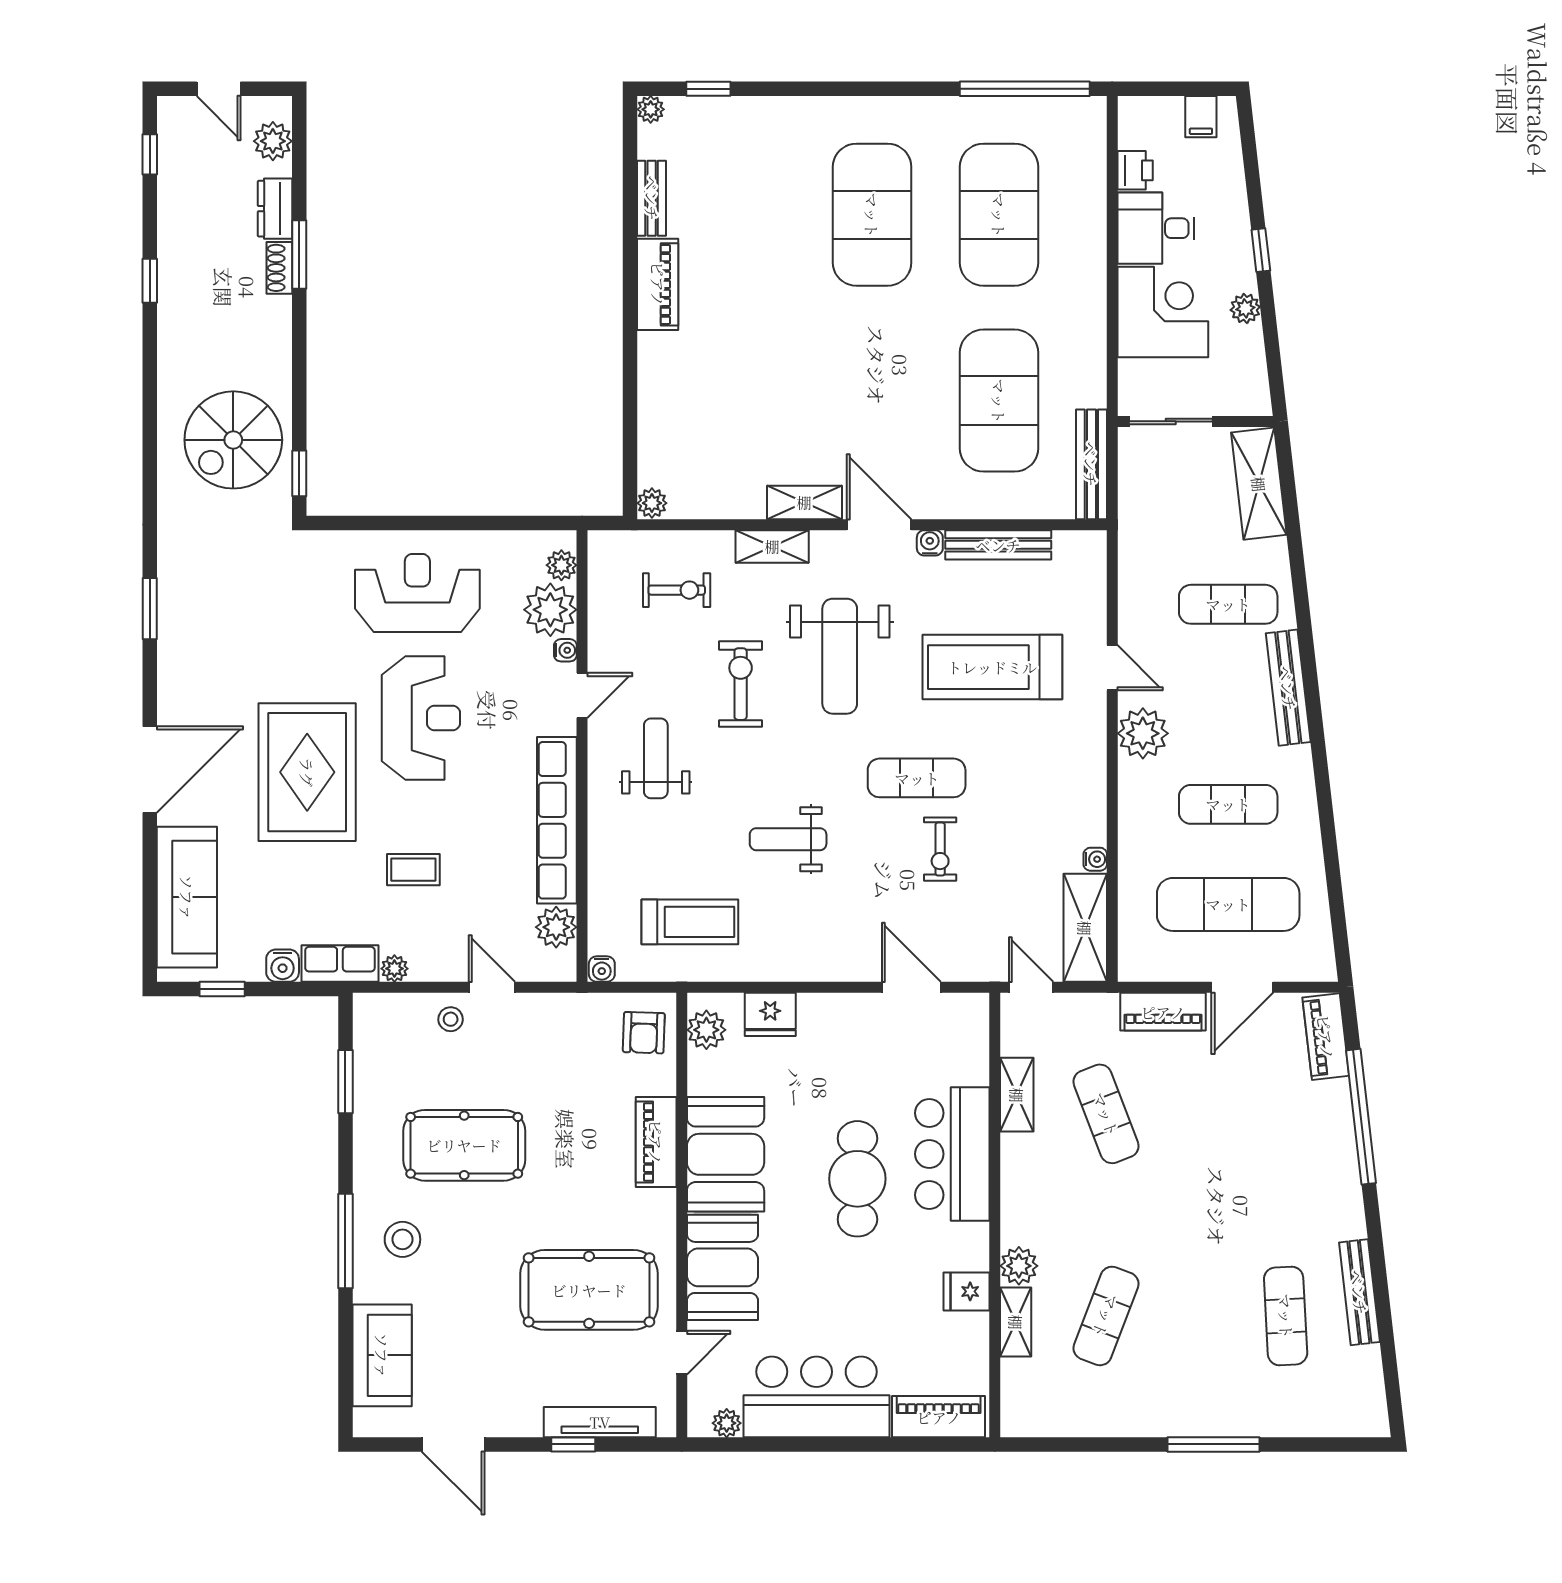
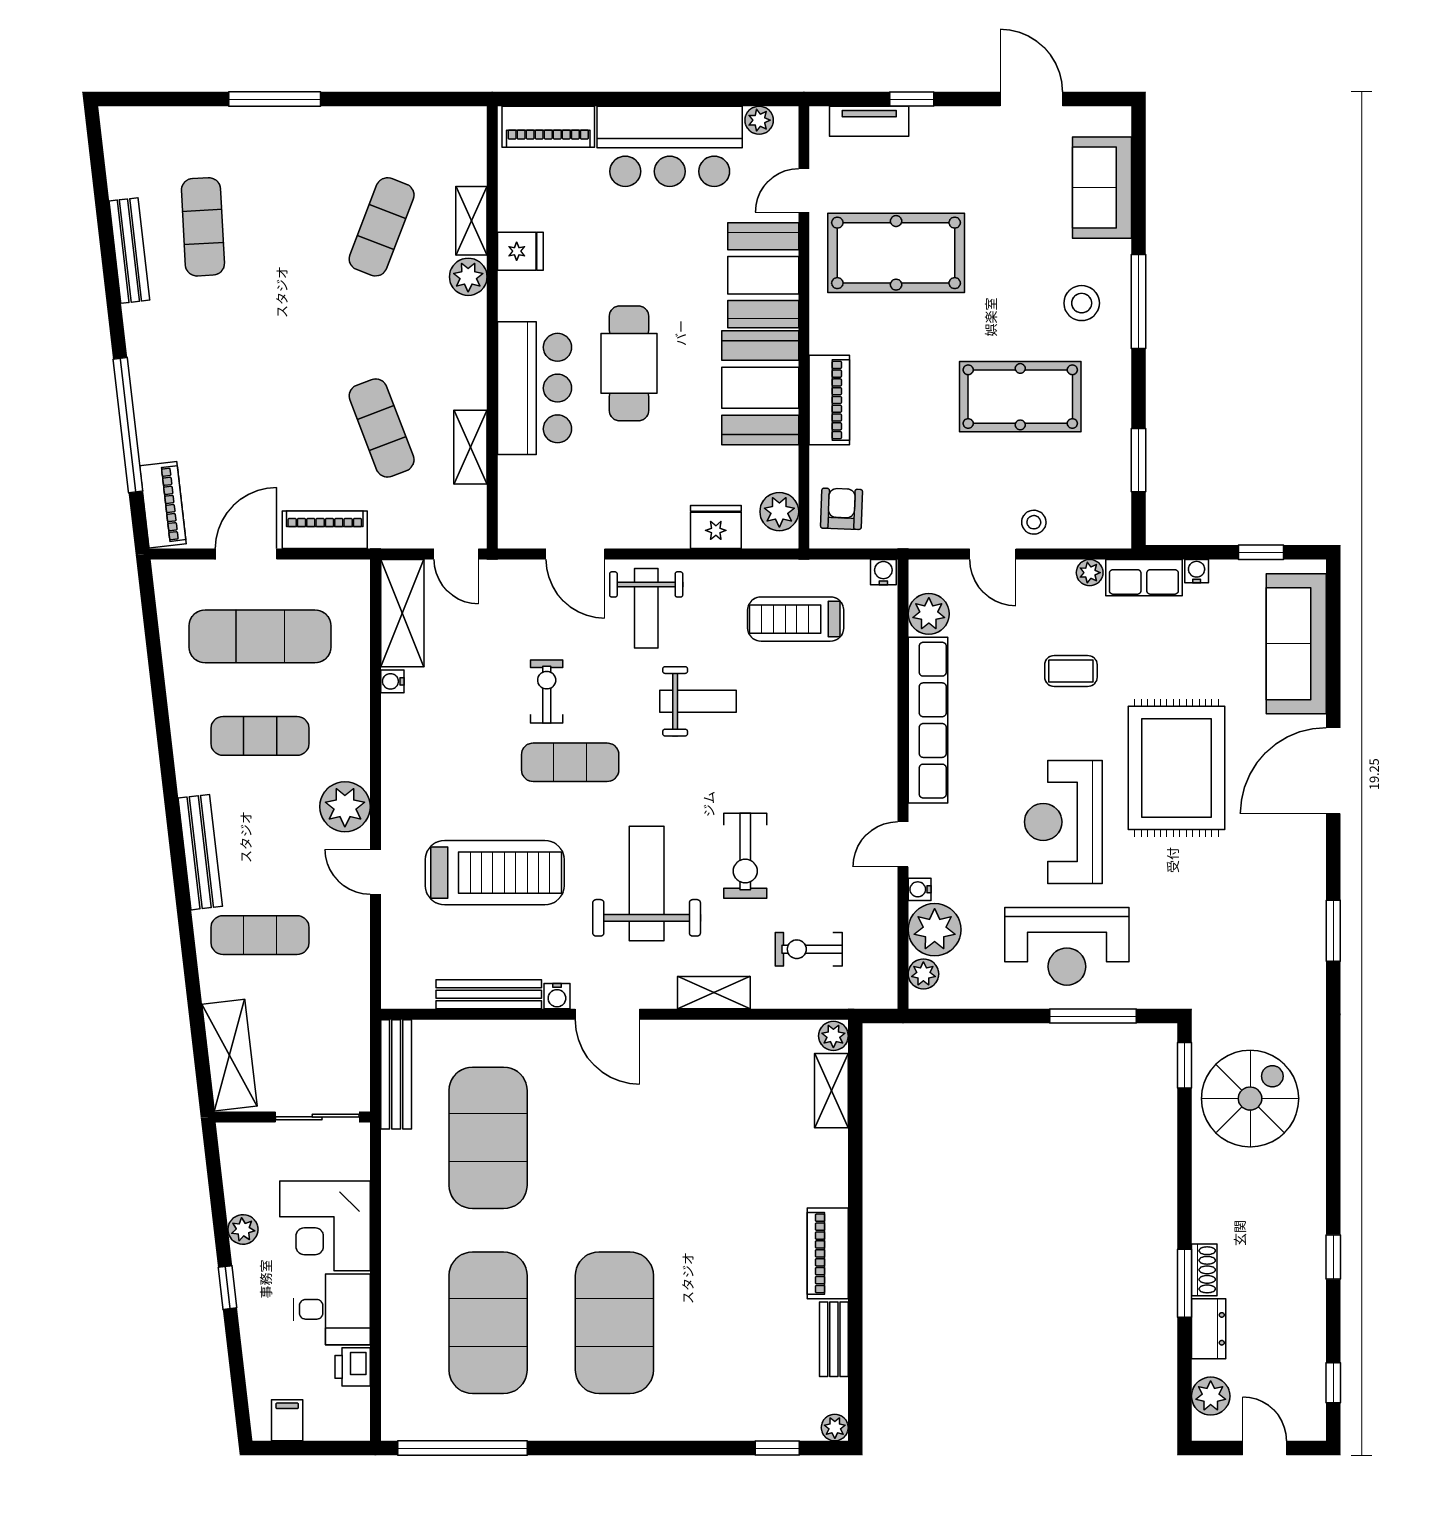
shelving: (804, 502) -> (831, 1091), moved, turned 90
window: (391, 523) -> (1093, 1016), added
weight bench: (656, 758) -> (646, 608), moved
water cooler: (283, 966) -> (1197, 571), width x0.72, depth x0.72
tv unit: (600, 1422) -> (869, 121), width x0.71

